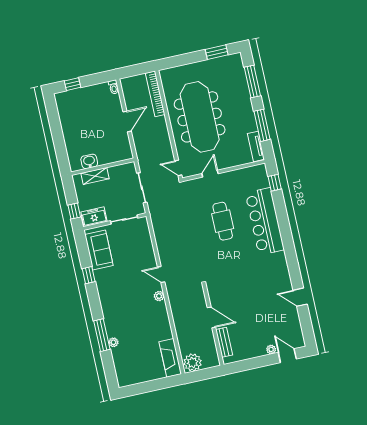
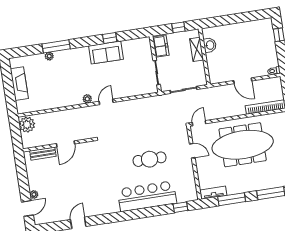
window: (74, 211) -> (178, 27), moved
sofa: (99, 250) -> (106, 52), moved
fireplace: (170, 358) -> (19, 84), moved, turned 90

